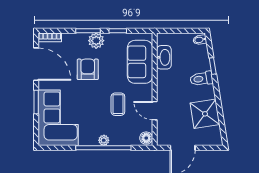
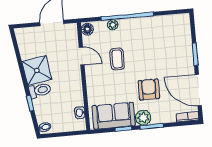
washbasin: (164, 57) -> (80, 113), width x0.52, depth x0.69
sofa: (140, 62) -> (114, 116), moved, turned -90
armchair: (88, 69) -> (149, 90), turned 180
shower: (205, 114) -> (37, 71), moved
corner sofa: (58, 118) -> (173, 41), removed
plant: (104, 140) -> (113, 25), moved

